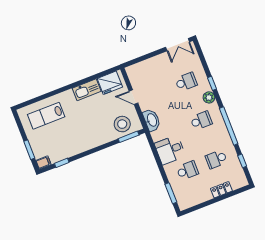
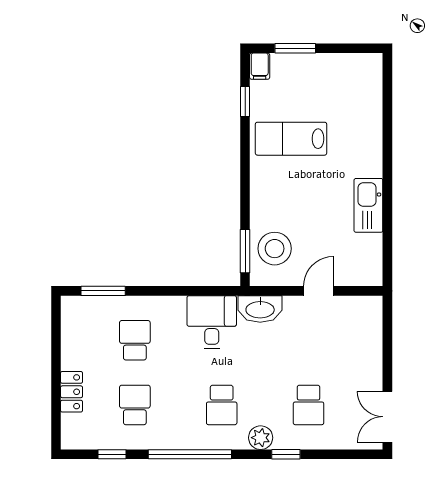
fridge: (110, 83) -> (365, 256), removed
lab bench: (46, 116) -> (291, 139), moved, turned -90
desk: (170, 150) -> (212, 322), moved
school desk: (187, 170) -> (135, 340), turned 180

